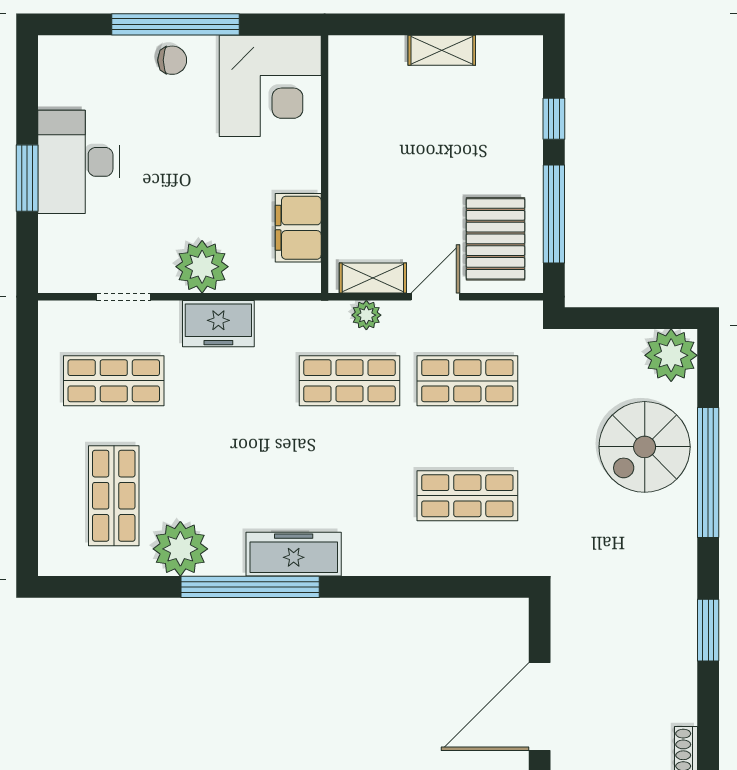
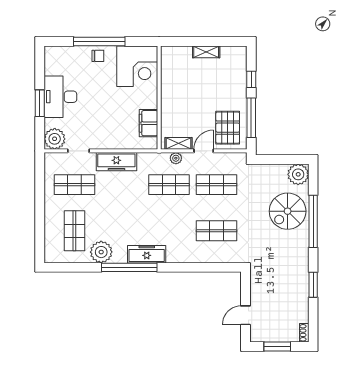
plant: (202, 267) -> (55, 139), moved
freezer: (218, 324) -> (116, 162), width x1.40
door: (540, 706) -> (245, 315), width x0.53

